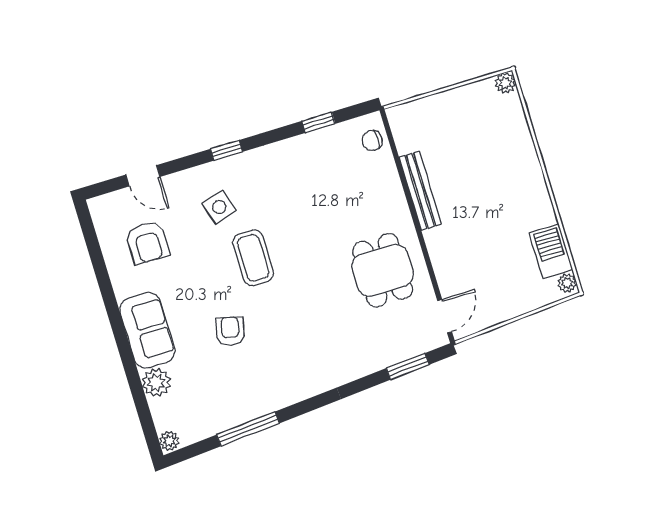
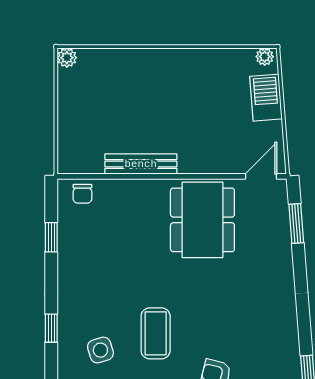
barbecue: (551, 251) -> (266, 98), moved, turned 86
coffee table: (253, 258) -> (156, 333), turned 90
dining table: (383, 270) -> (202, 220), width x1.38
door: (445, 316) -> (261, 176), hinge flipped

